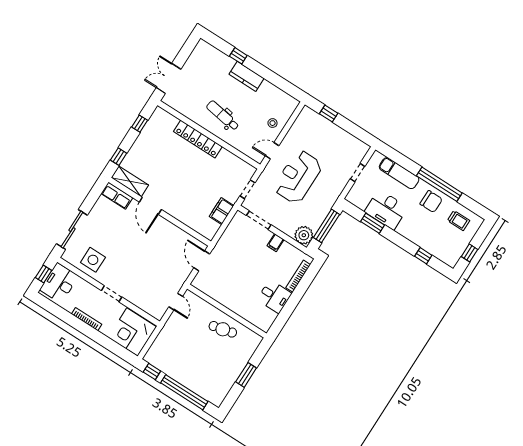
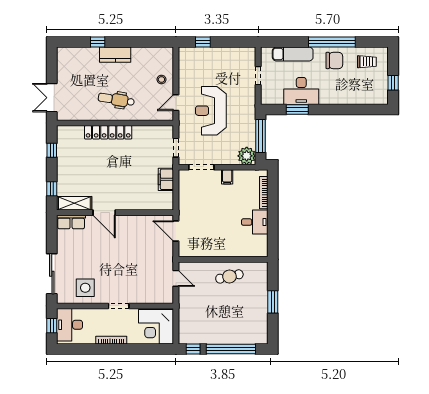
window: (423, 256) -> (356, 109), removed

